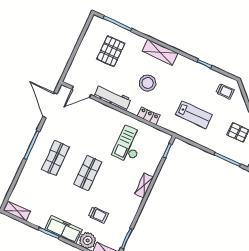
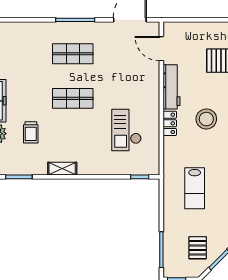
locker: (149, 116) -> (170, 123), moved
checkout: (129, 145) -> (126, 130), turned -90
shelving: (144, 186) -> (62, 169), moved

